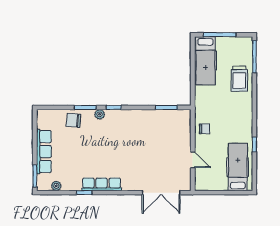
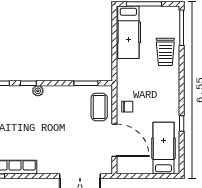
plant: (100, 114) -> (38, 91), moved
coffee table: (179, 129) -> (99, 107), added
door: (193, 160) -> (114, 140), width x1.88

